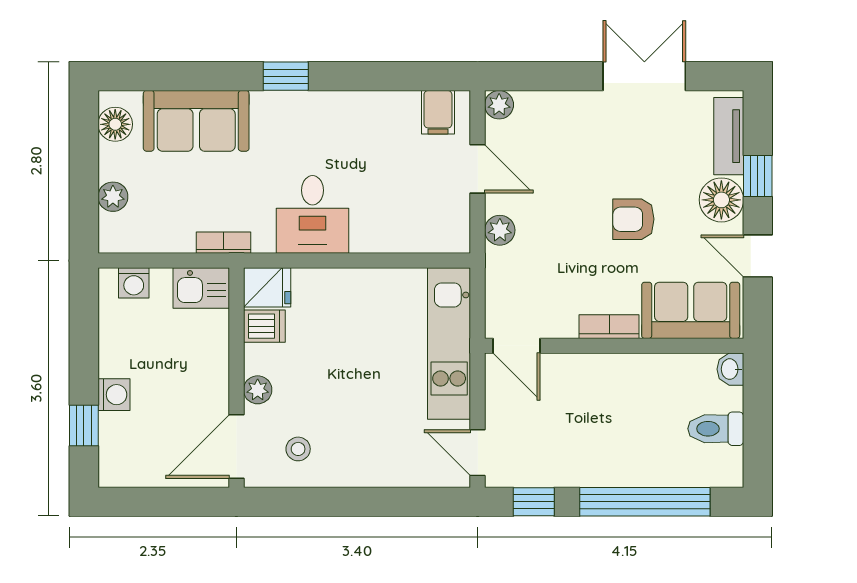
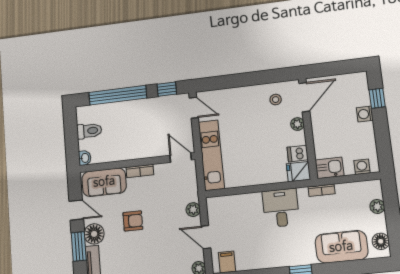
window: (758, 176) -> (79, 246), width x1.50

